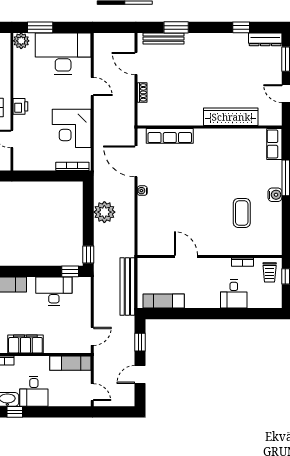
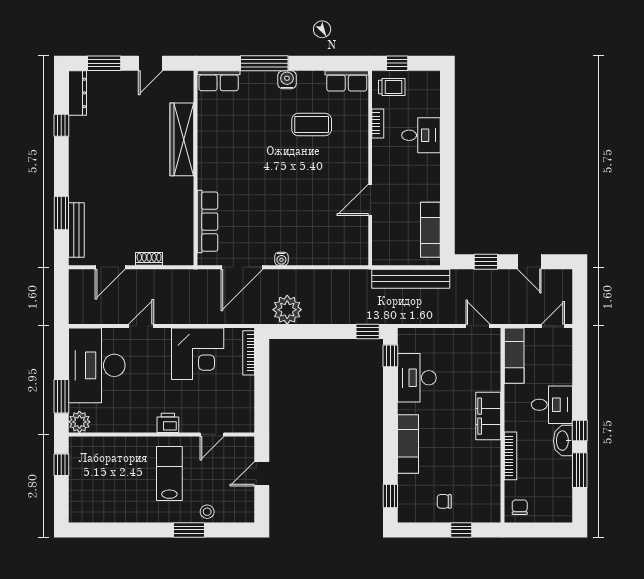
plant: (104, 212) -> (287, 310), moved
row of seats: (274, 239) -> (347, 81), added

